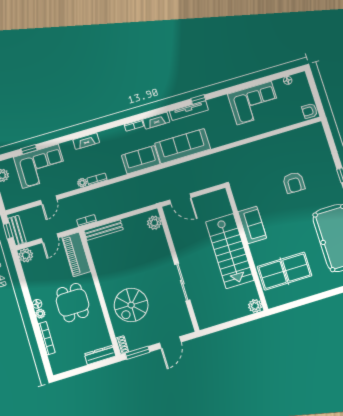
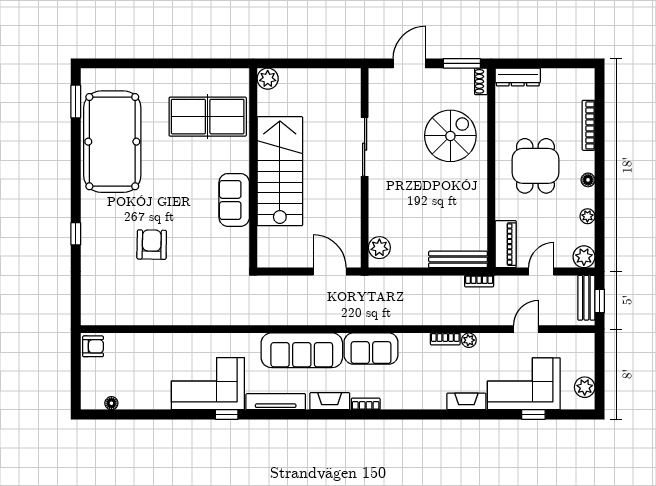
window: (198, 99) -> (227, 415), moved
corner sofa: (254, 103) -> (208, 384), moved
fireplace: (86, 141) -> (466, 401), moved
piano: (76, 254) -> (506, 244), width x0.73, depth x0.75
plant: (40, 314) -> (587, 216), moved

